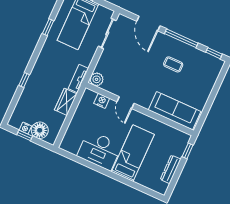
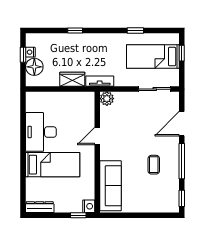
nightstand: (102, 101) -> (89, 206), moved
dresser: (171, 169) -> (40, 207), moved

